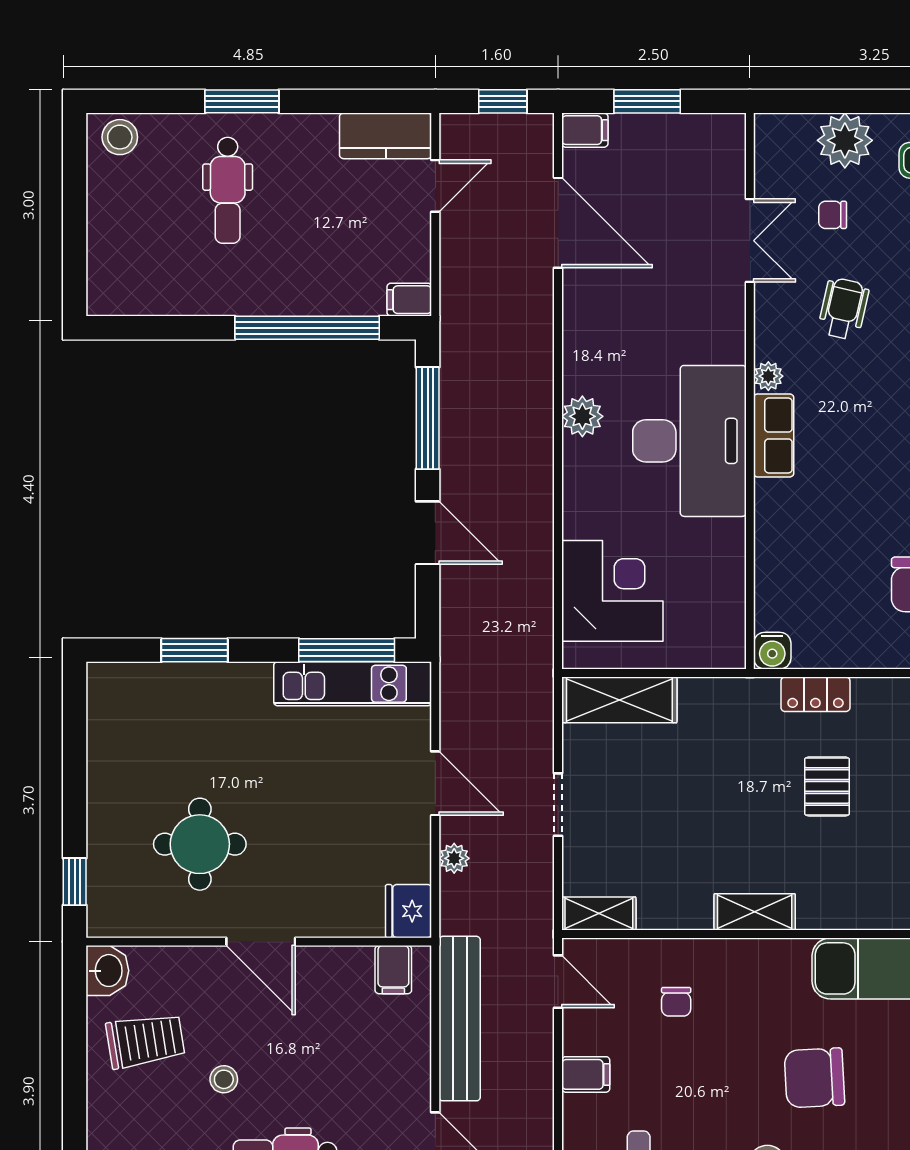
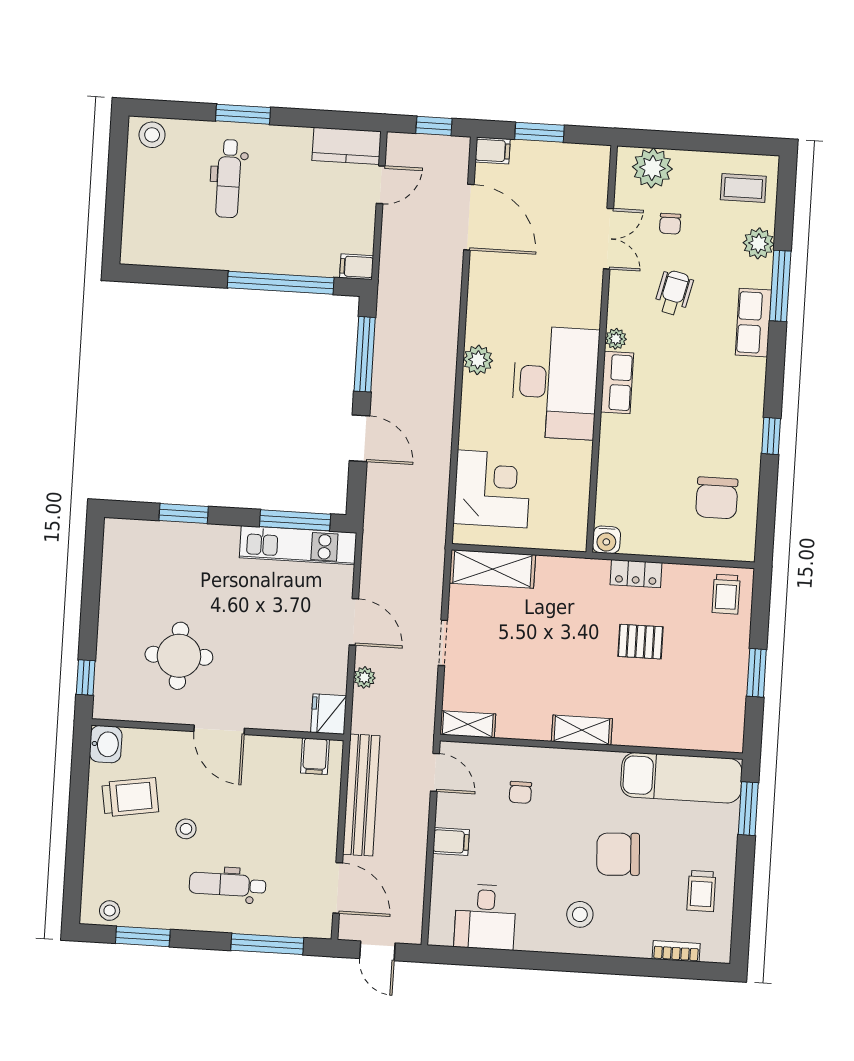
plant: (845, 140) -> (652, 168), moved
chair: (833, 215) -> (670, 224), turned -90
pallet: (827, 786) -> (640, 642), turned 90

